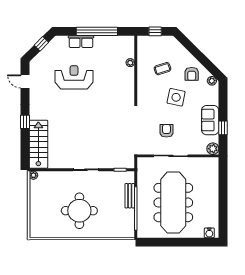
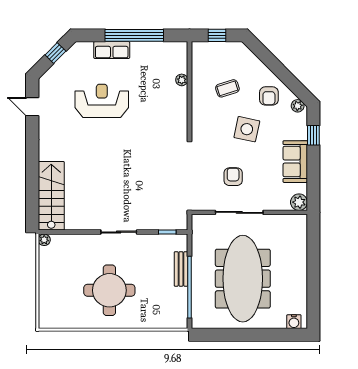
window: (25, 122) -> (32, 164), removed
window: (223, 128) -> (313, 135), moved

